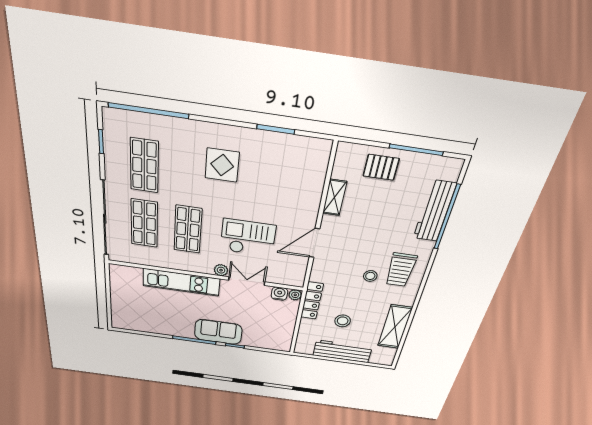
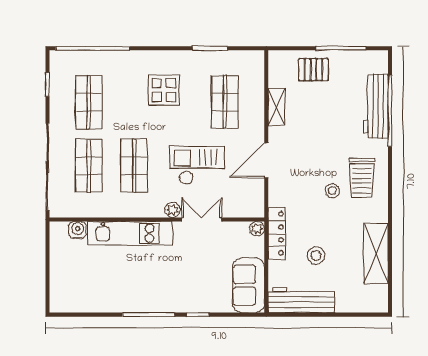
shop shelf: (283, 186) -> (225, 102), added
water cooler: (279, 294) -> (78, 230), moved
sofa: (218, 332) -> (248, 285), moved, turned -90
workbench: (342, 351) -> (301, 300), moved

